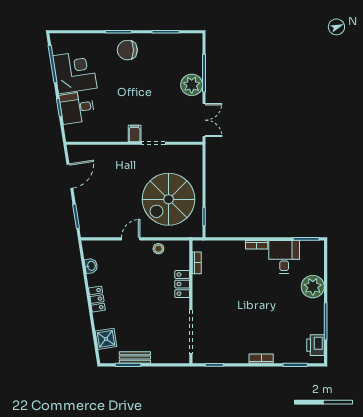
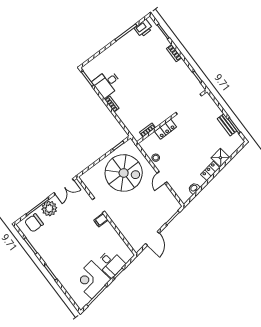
chair: (127, 50) -> (34, 223), moved, turned 90
double door: (204, 120) -> (64, 187), swing flipped
door: (70, 176) -> (152, 238), swing flipped
door: (131, 239) -> (162, 177), hinge flipped
plant: (313, 287) -> (112, 55), removed
shower: (106, 339) -> (220, 158), moved

